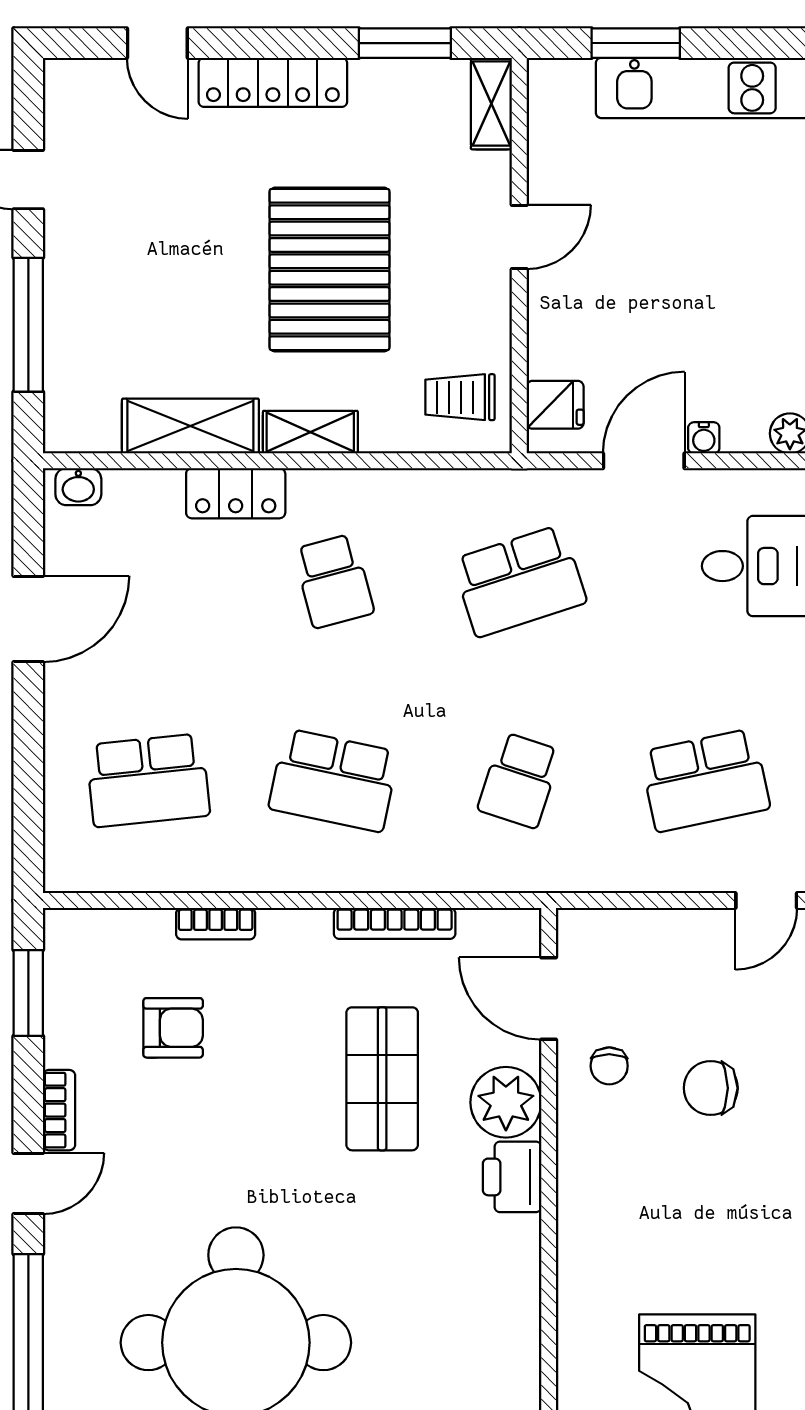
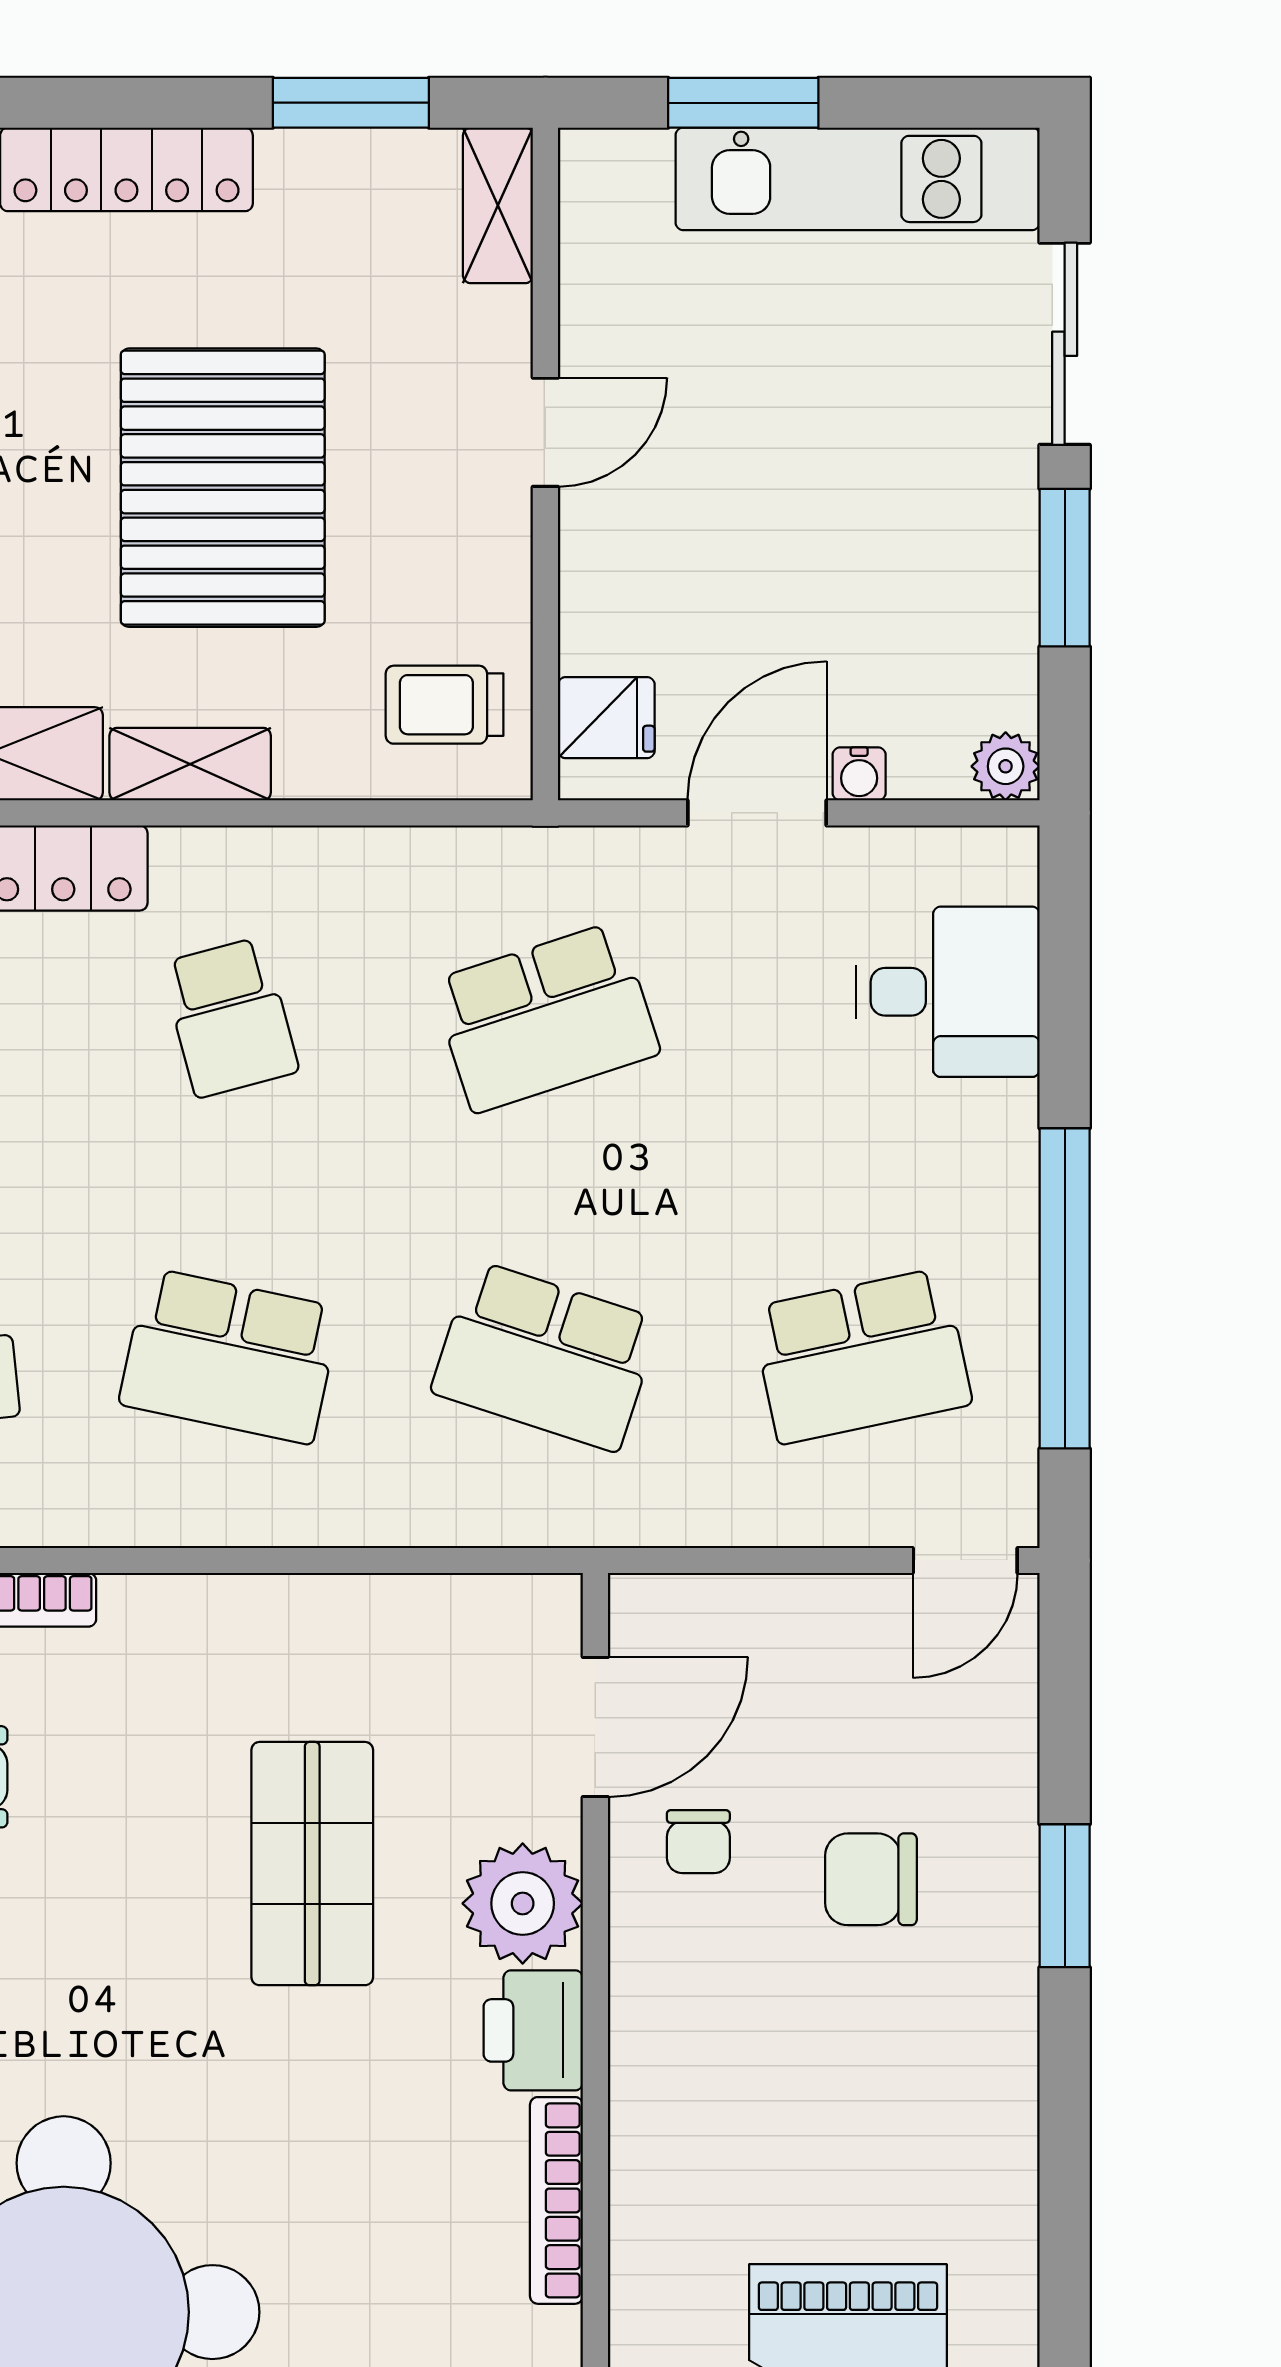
school desk: (519, 780) -> (545, 1356), width x1.85
bookcase: (395, 923) -> (556, 2200), moved, turned 90
door: (549, 999) -> (595, 1727), swing flipped

